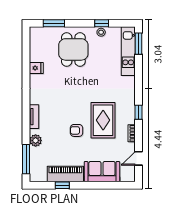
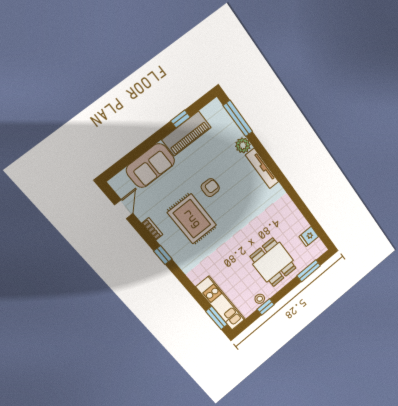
fridge: (36, 68) -> (309, 236), moved
tv unit: (34, 117) -> (262, 168), width x1.41

